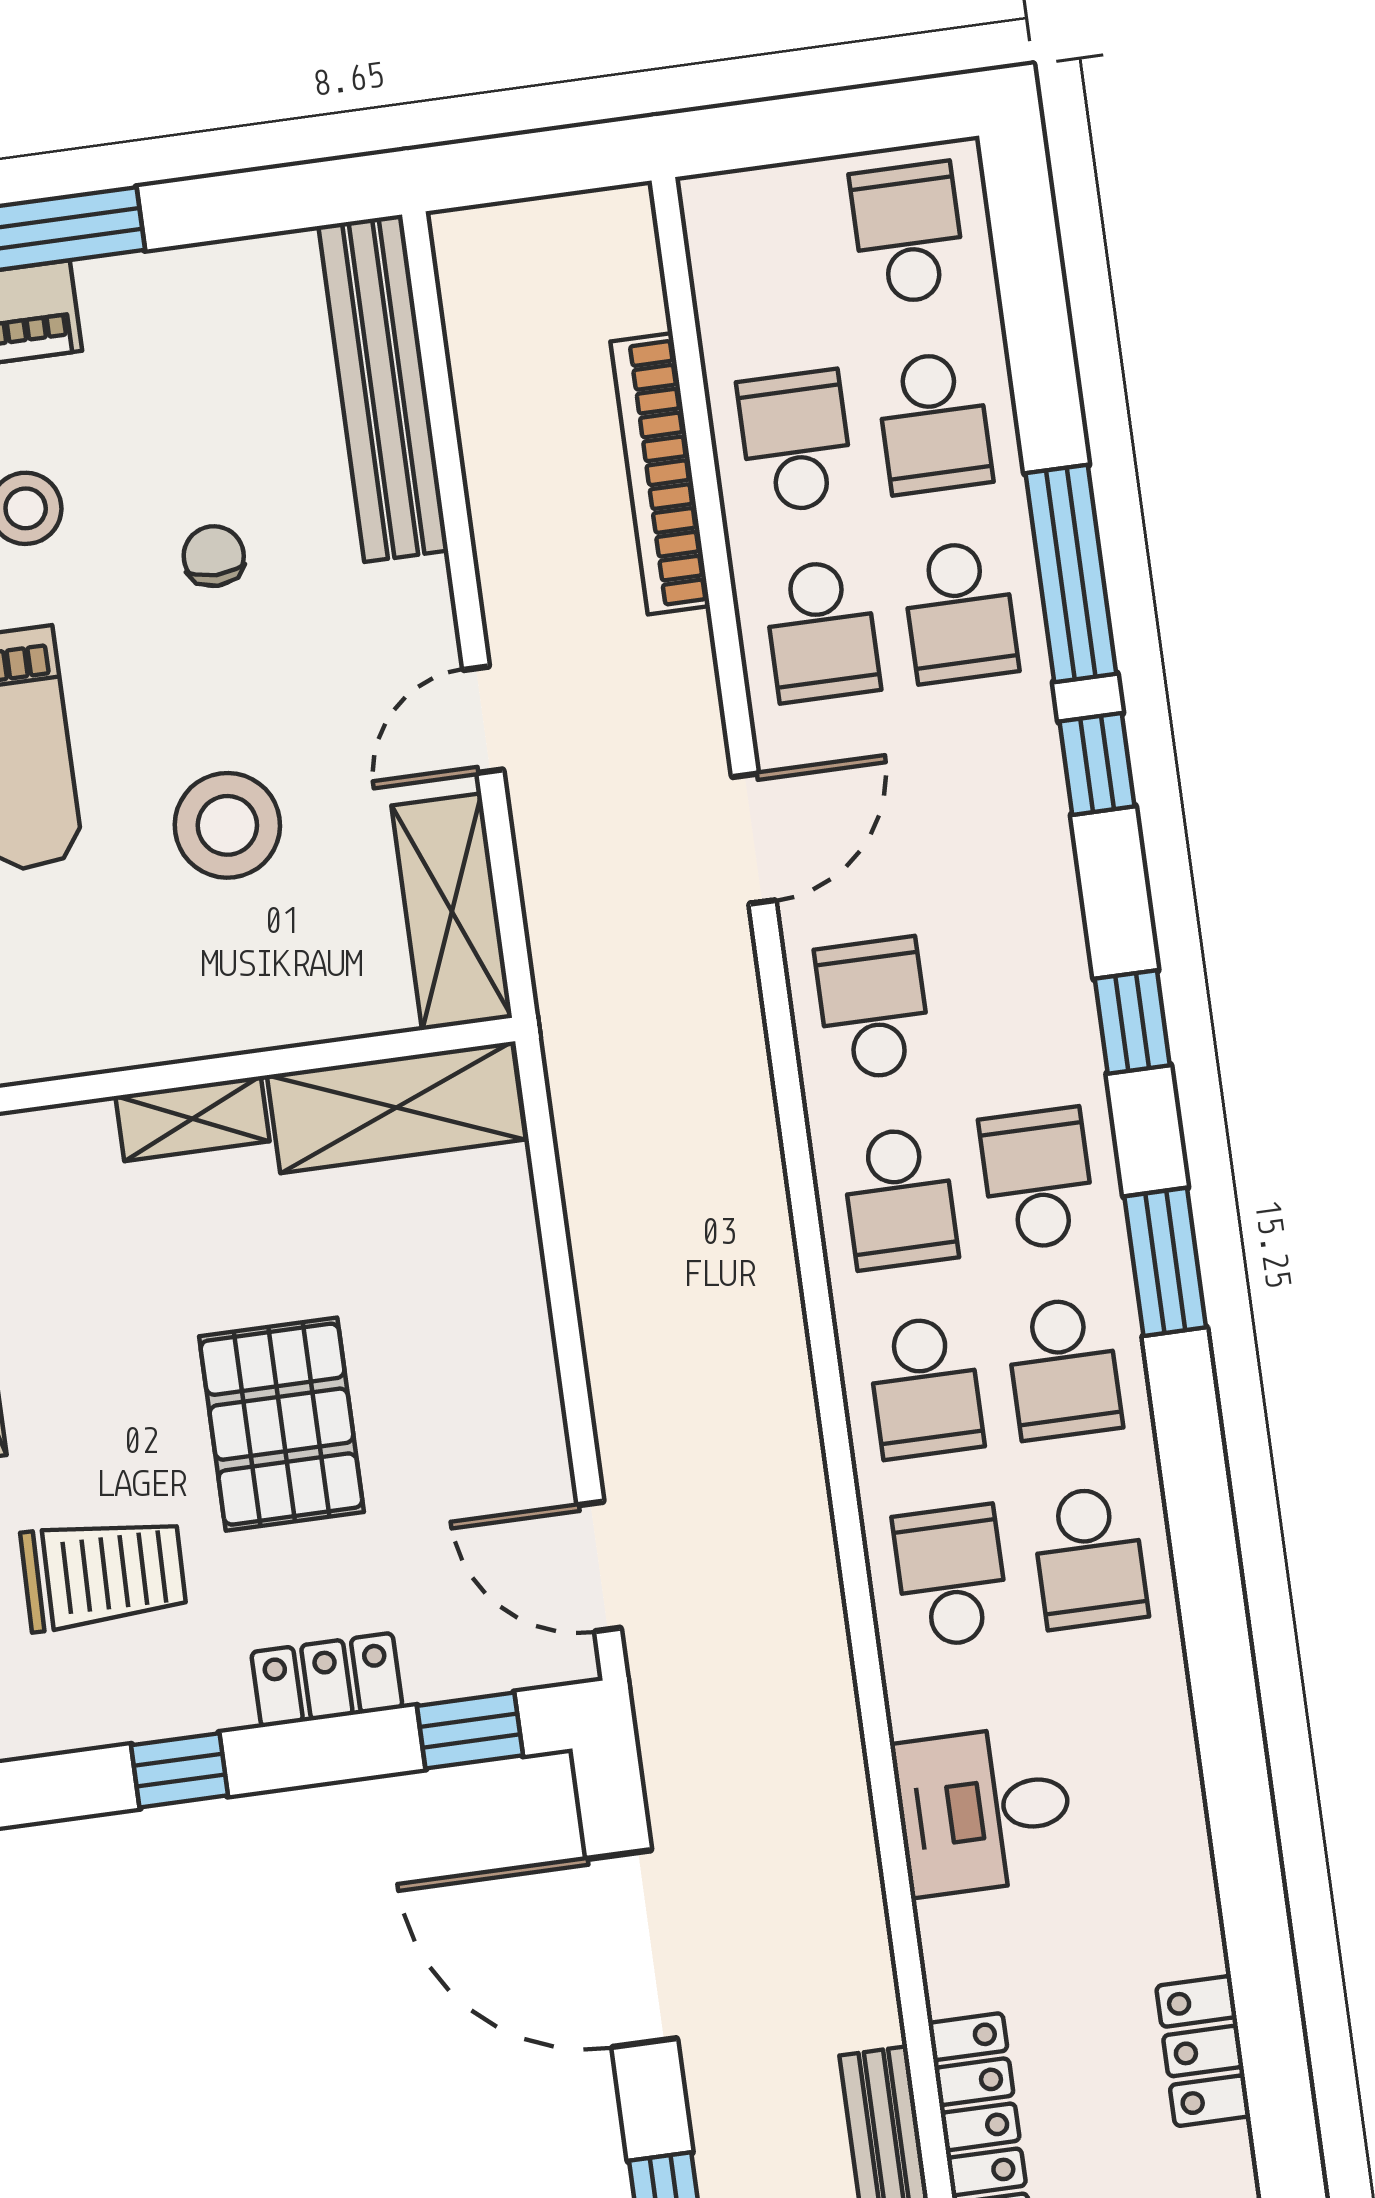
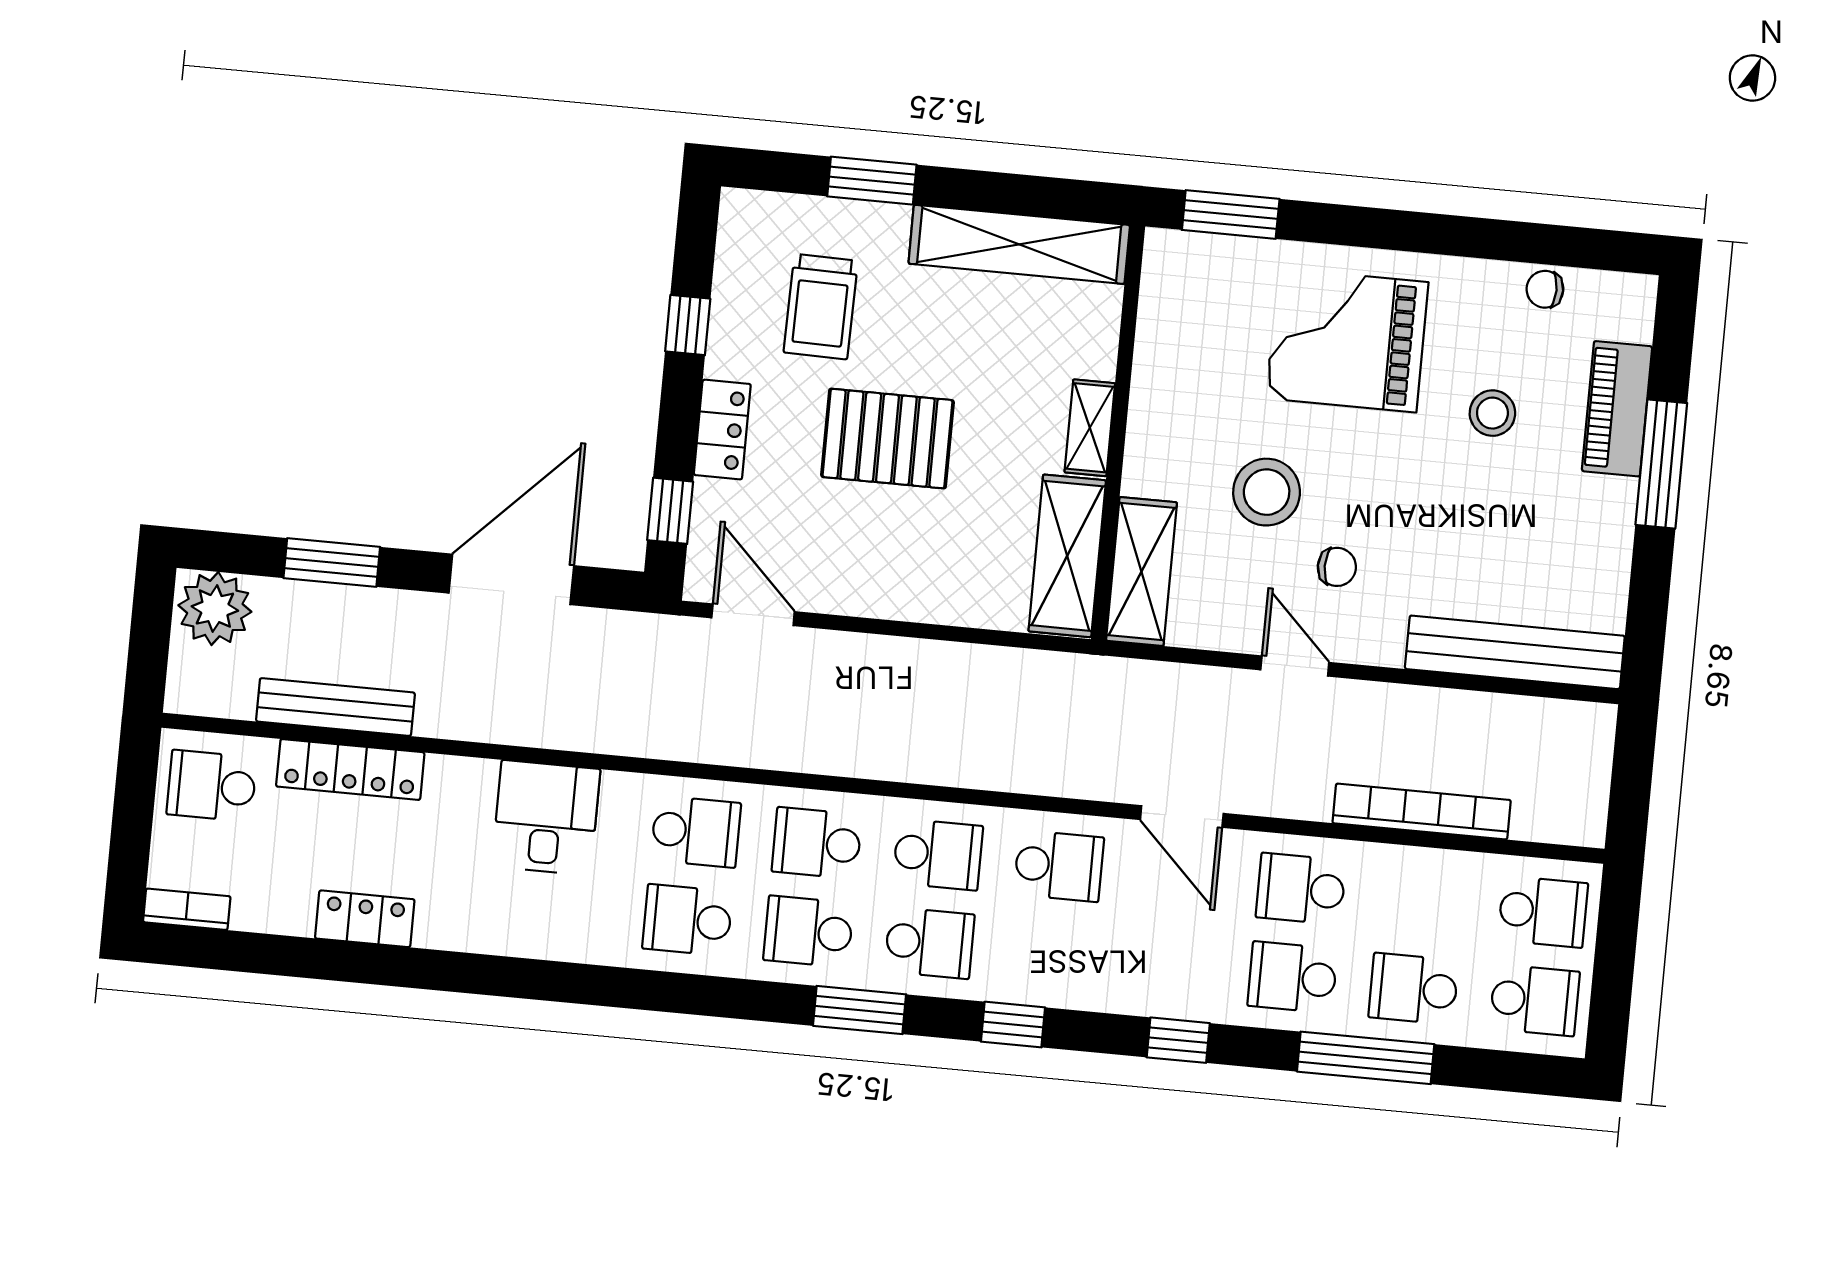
school desk: (796, 442) -> (1543, 912), moved
chair: (214, 556) -> (1337, 567), moved
window: (1071, 573) -> (1366, 1058), moved
shelving: (452, 912) -> (1141, 571), moved, turned 90
school desk: (899, 1198) -> (938, 854), turned 180
door: (599, 1566) -> (753, 615), hinge flipped

